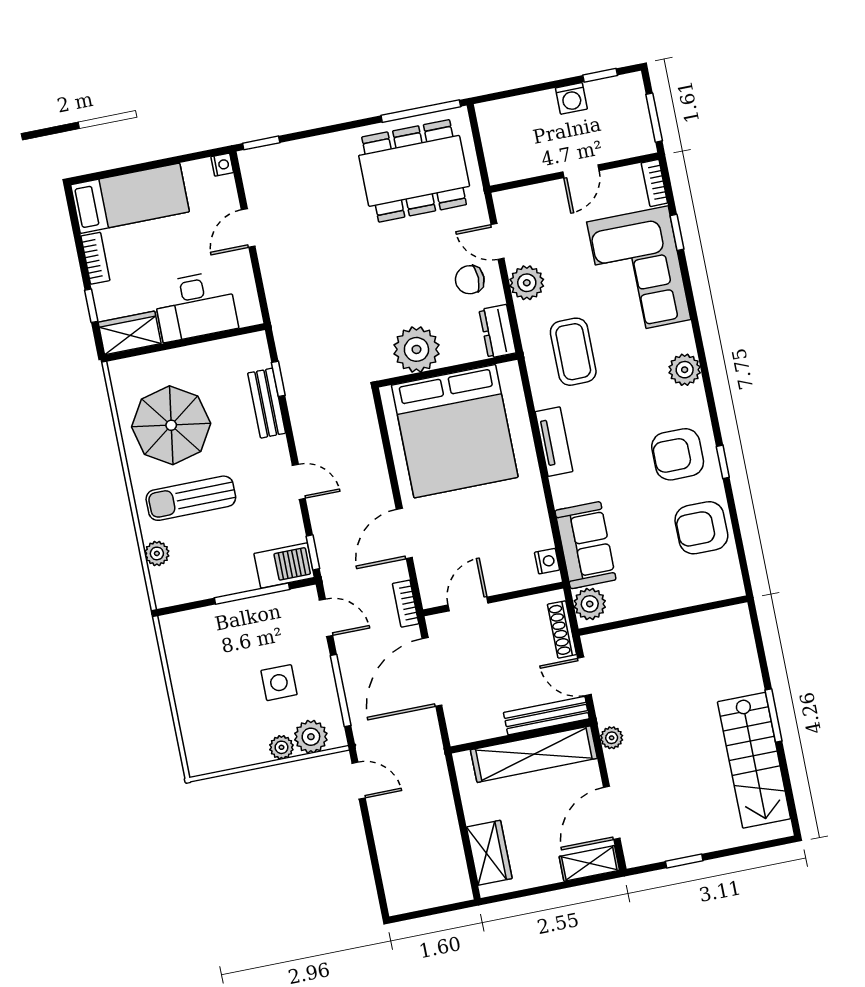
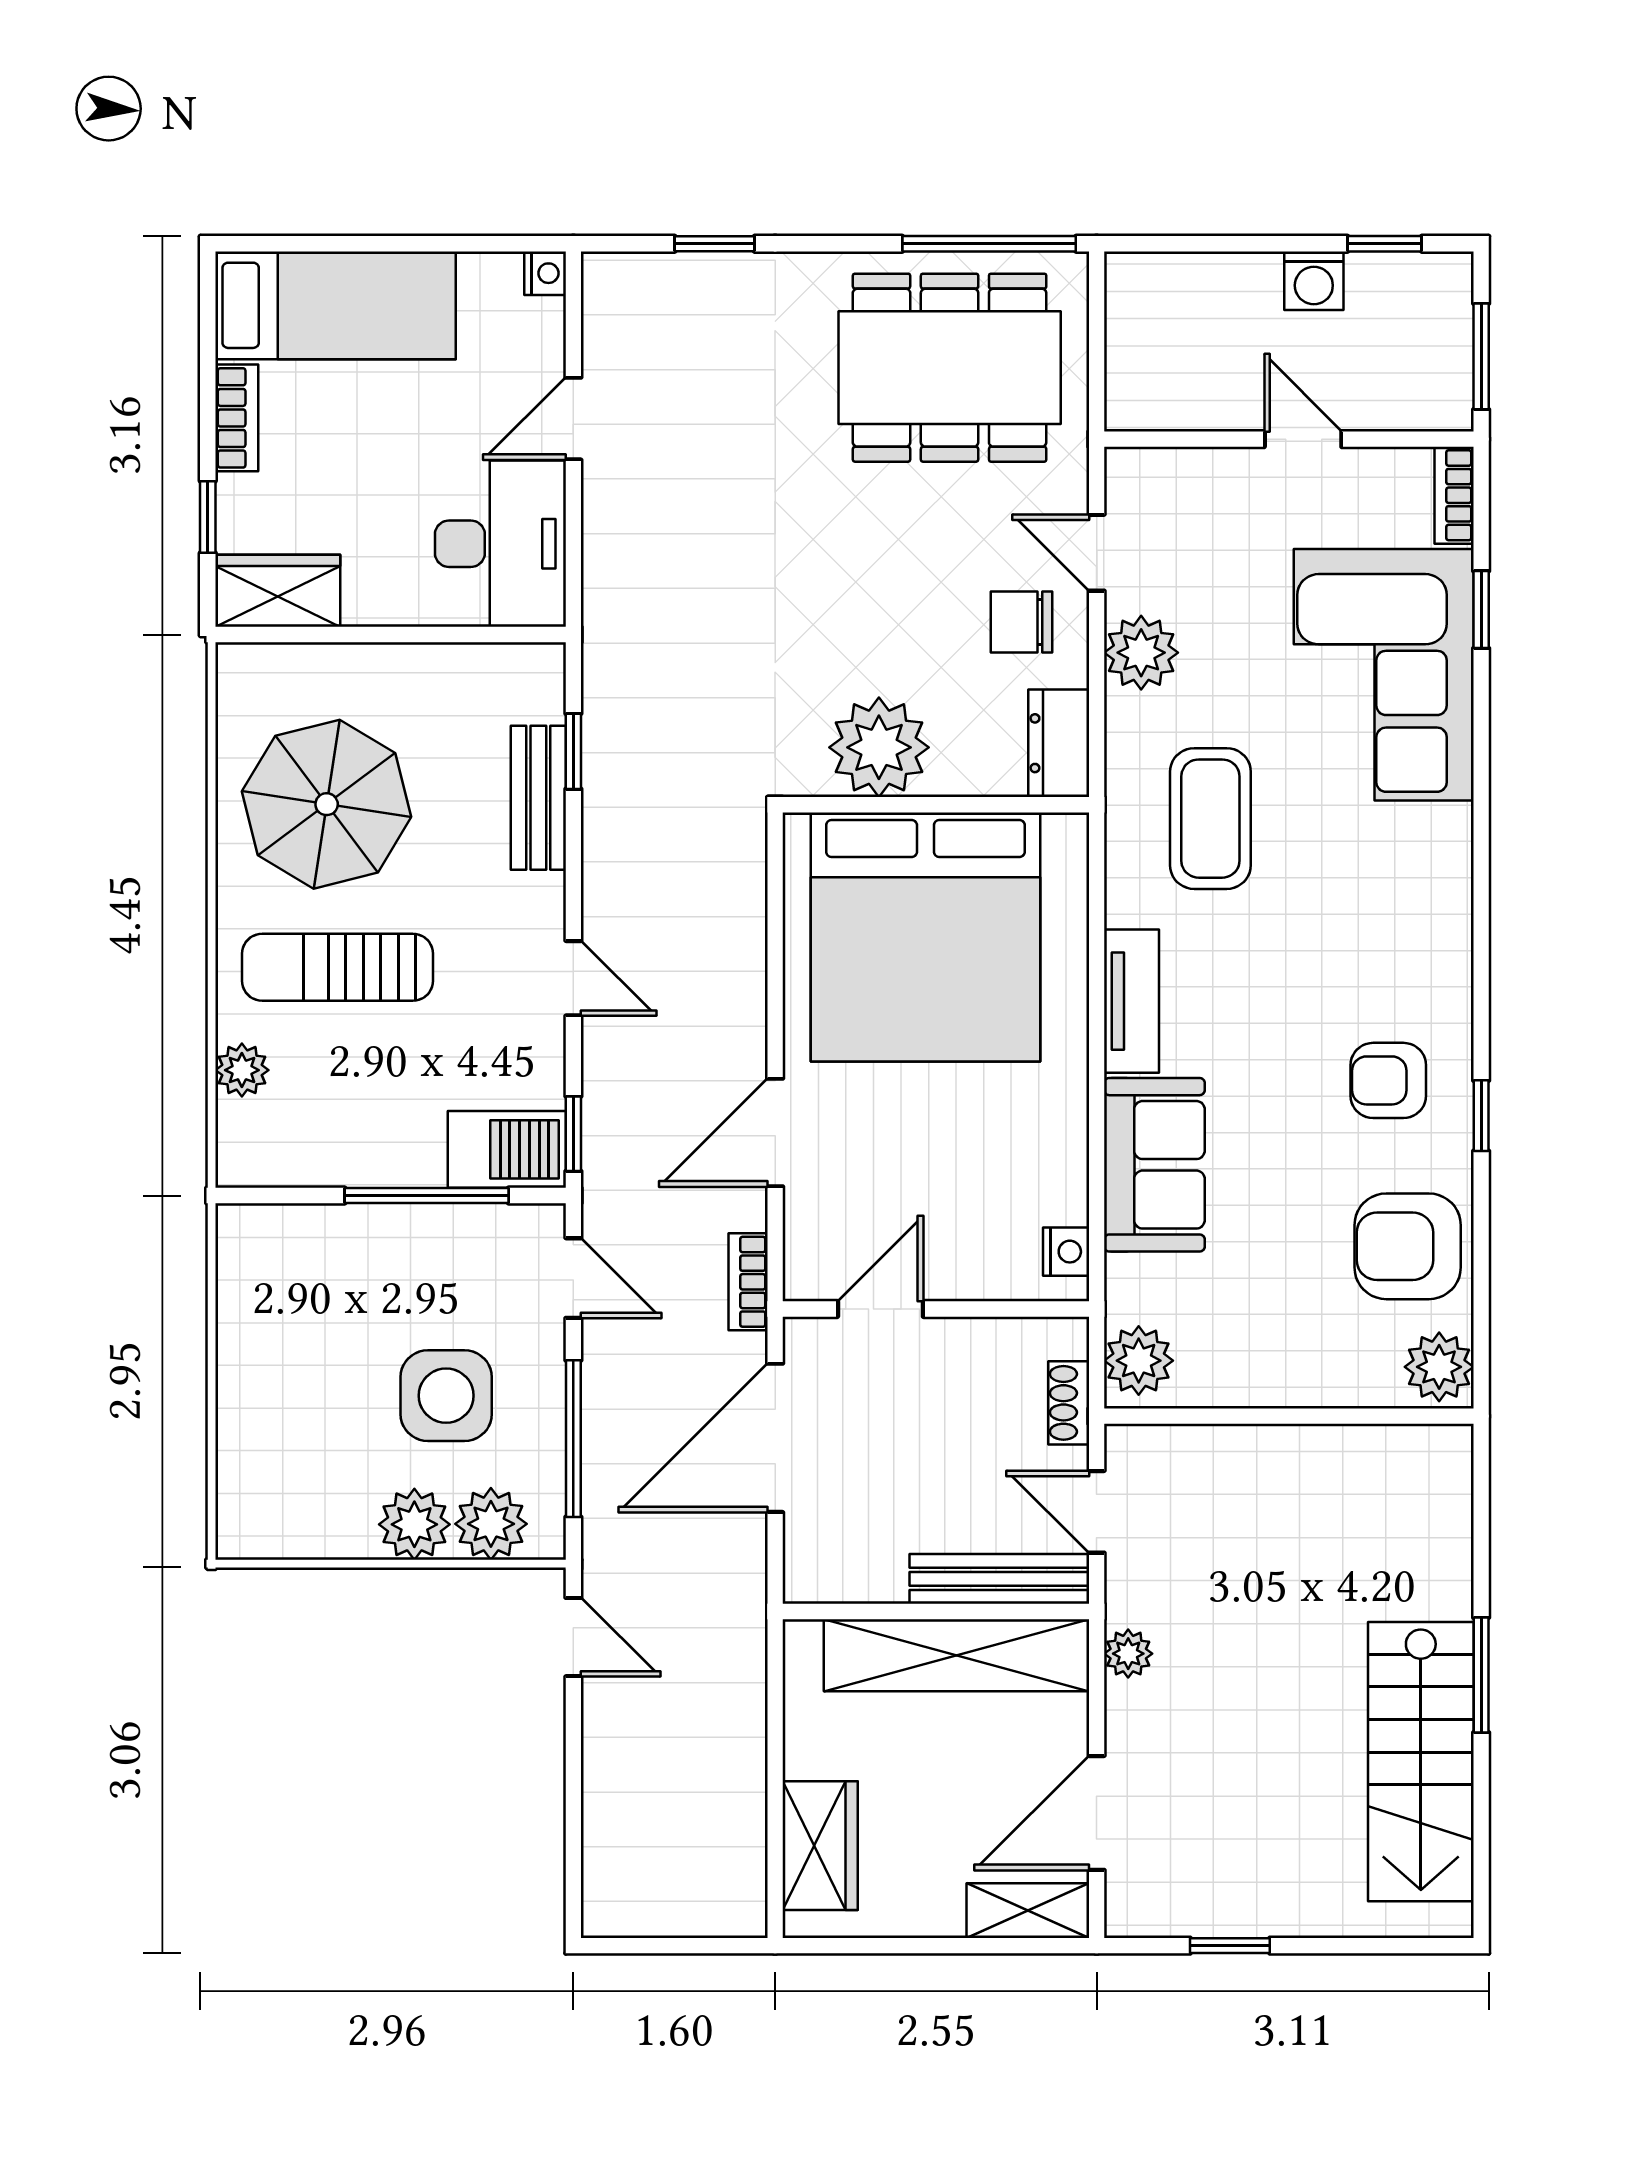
window: (261, 143) -> (715, 244), moved
door: (581, 171) -> (1303, 439), swing flipped
desk: (195, 306) -> (500, 544), moved, turned -90
plant: (685, 370) -> (1439, 1367), moved
armchair: (678, 454) -> (1388, 1080), width x0.72, depth x0.72
sofa: (585, 545) -> (1154, 1165), moved
shoe rack: (562, 629) -> (1069, 1403), width x0.70
side table: (279, 683) -> (446, 1396), width x1.37, depth x1.37
plant: (281, 747) -> (414, 1524), width x1.38, depth x1.38

